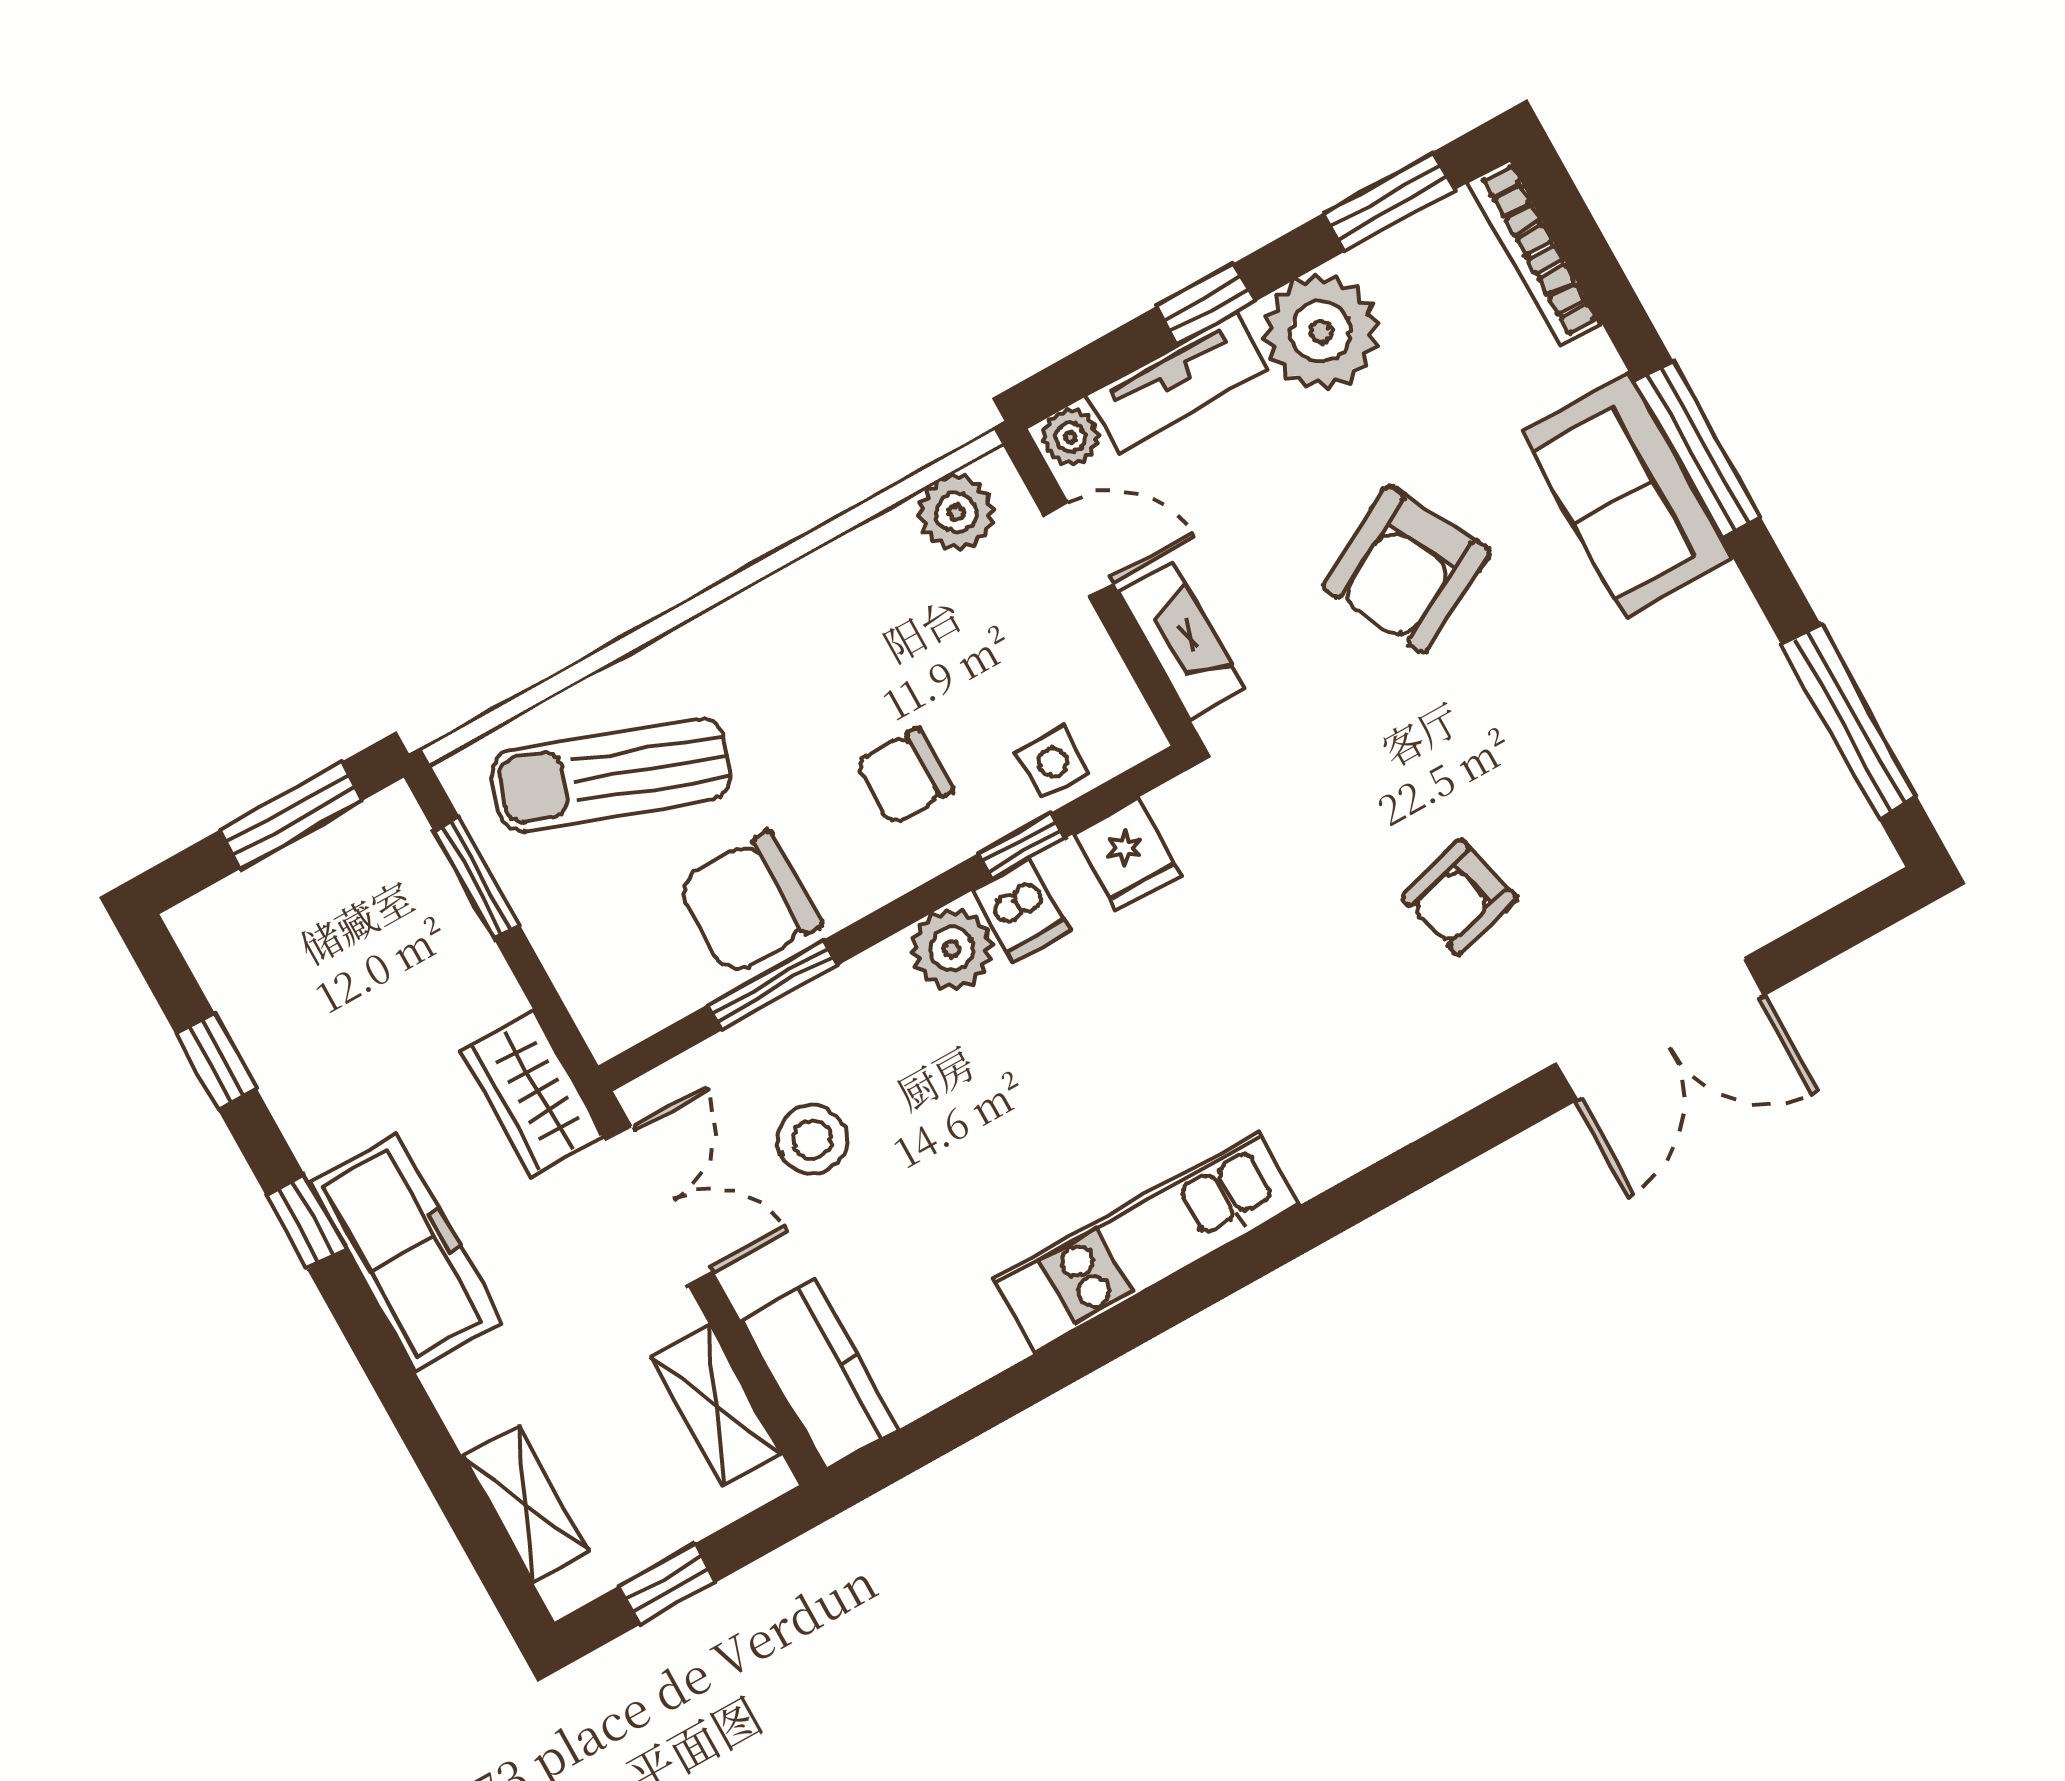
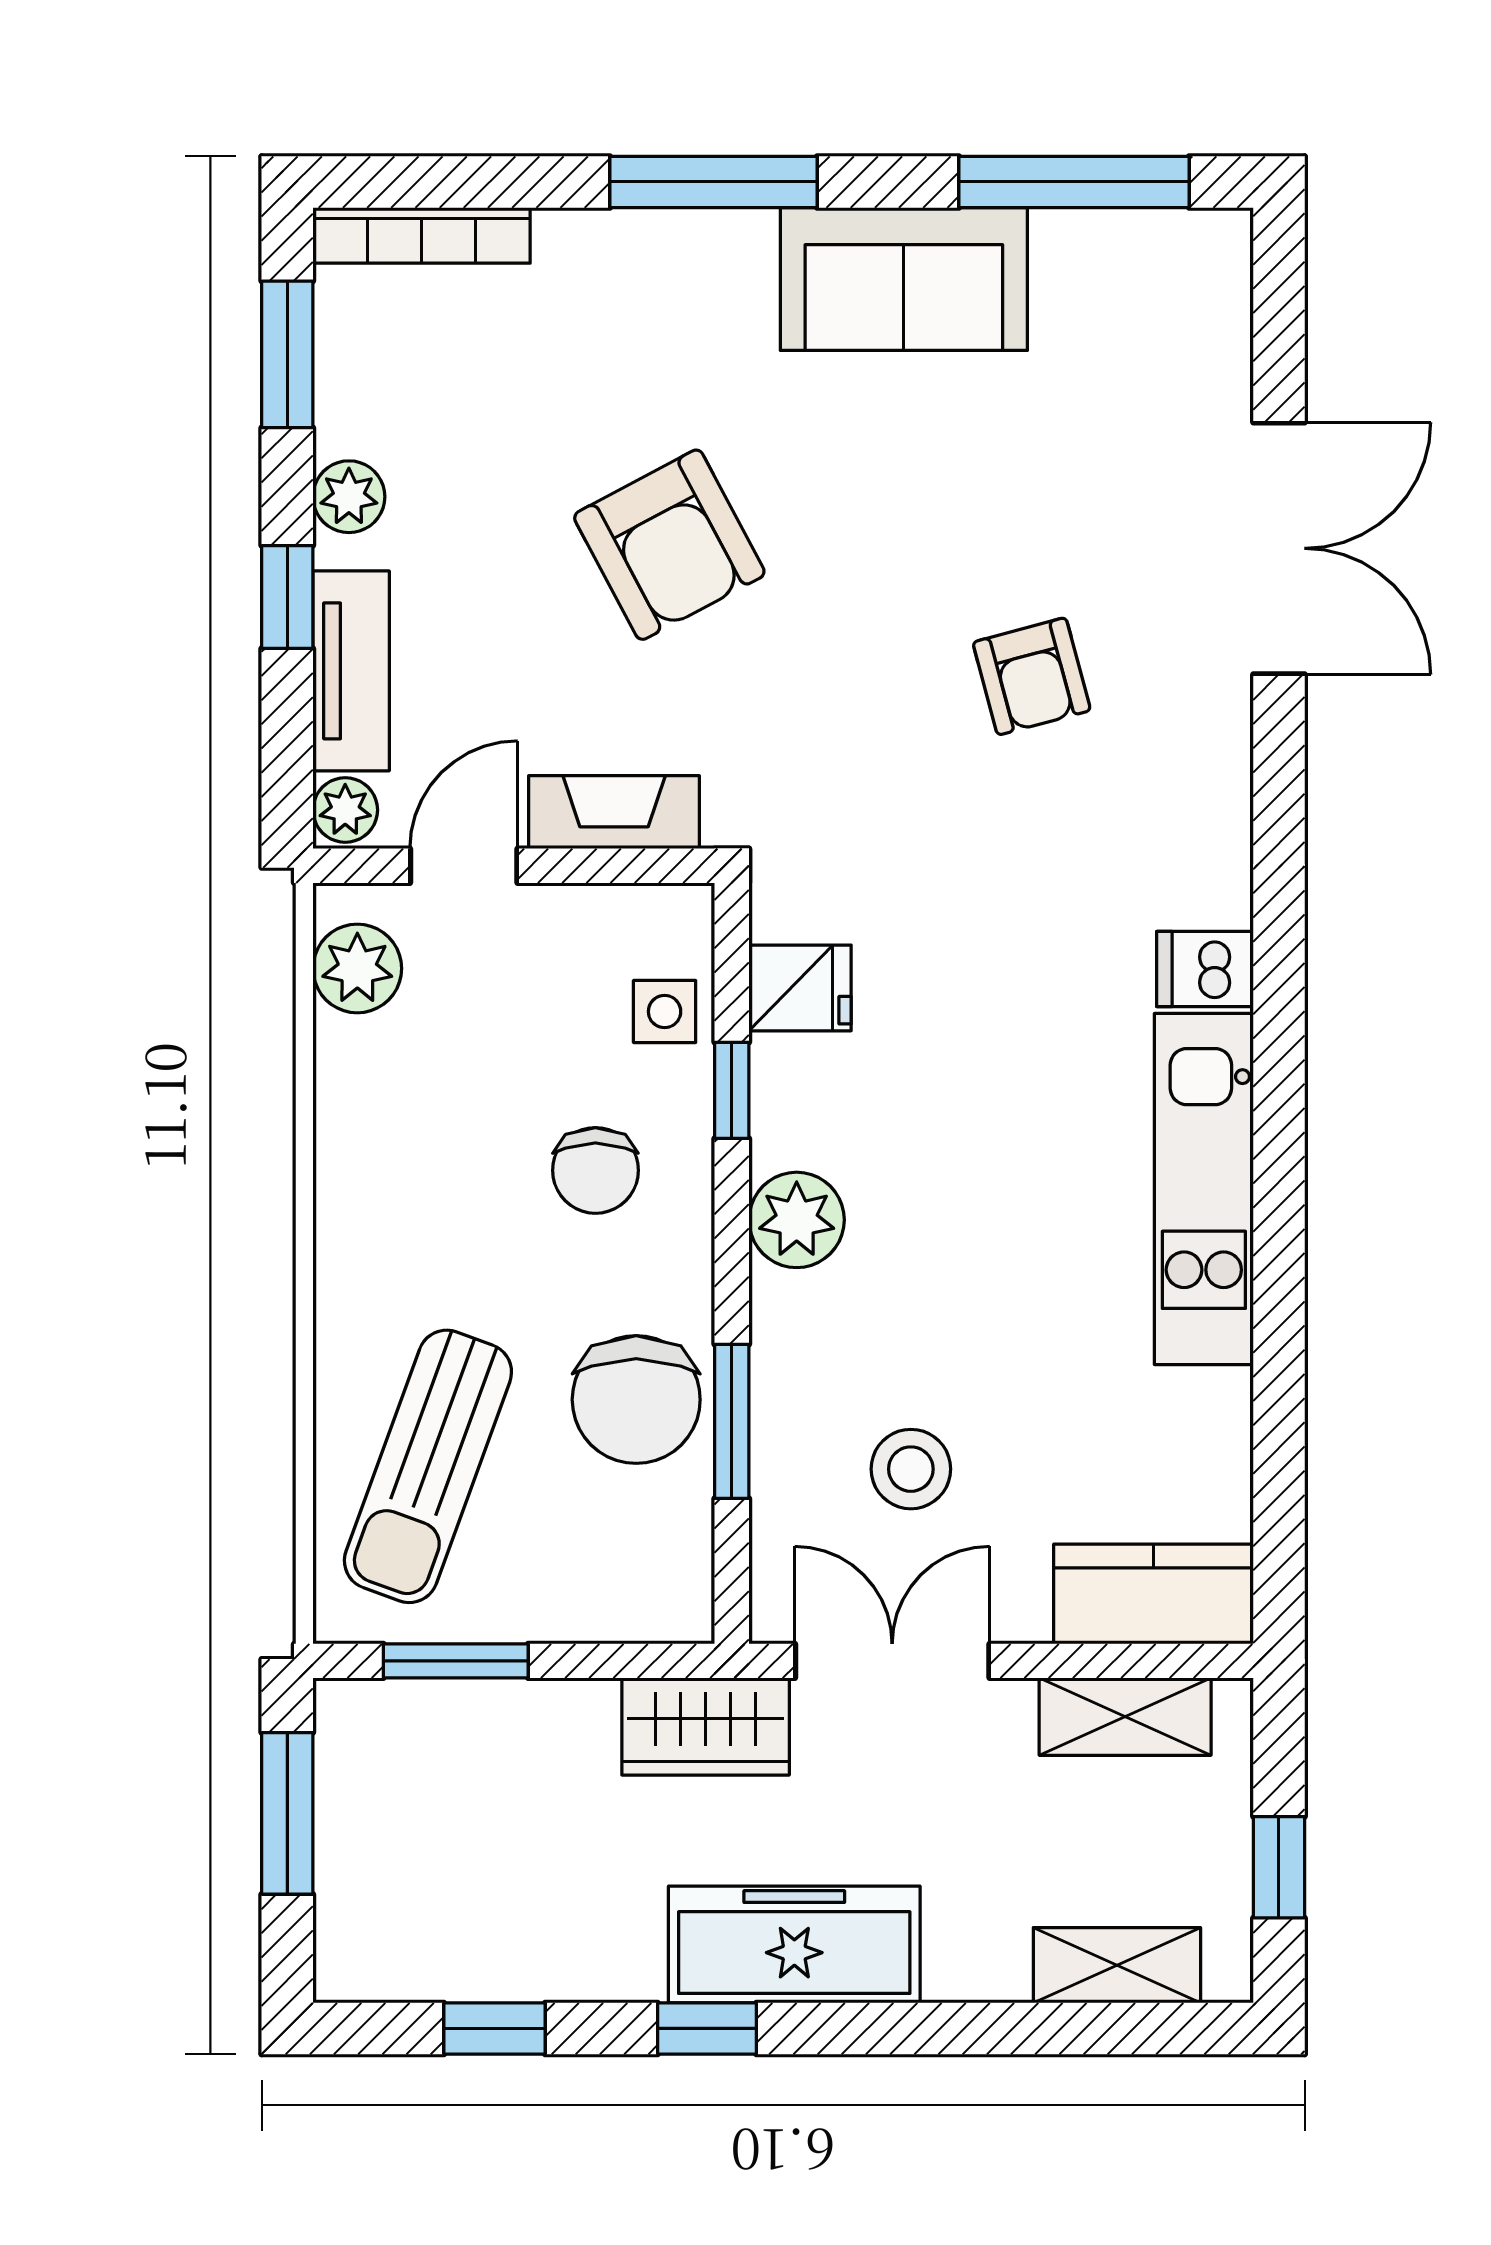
plant: (1321, 332) -> (349, 497), width x0.53, depth x0.53
sofa: (1627, 495) -> (904, 279), moved
dishwasher: (1021, 911) -> (1205, 969), moved, turned 180

